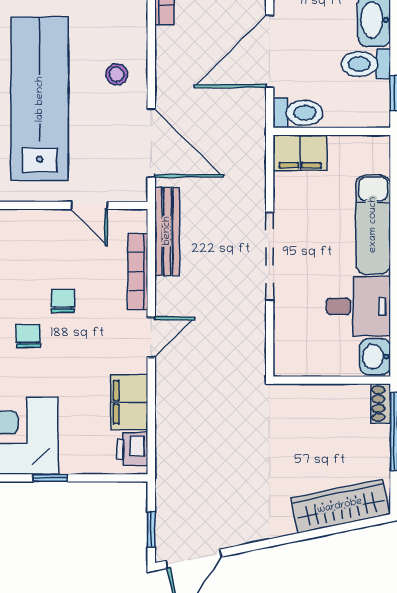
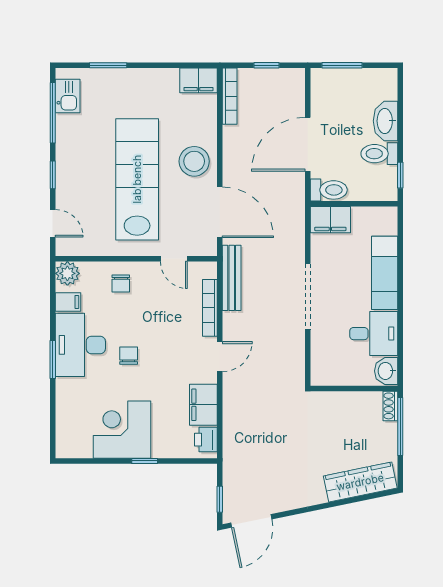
stool: (117, 74) -> (194, 161), width x1.89, depth x1.89
chair: (63, 301) -> (121, 284), moved, turned 180

